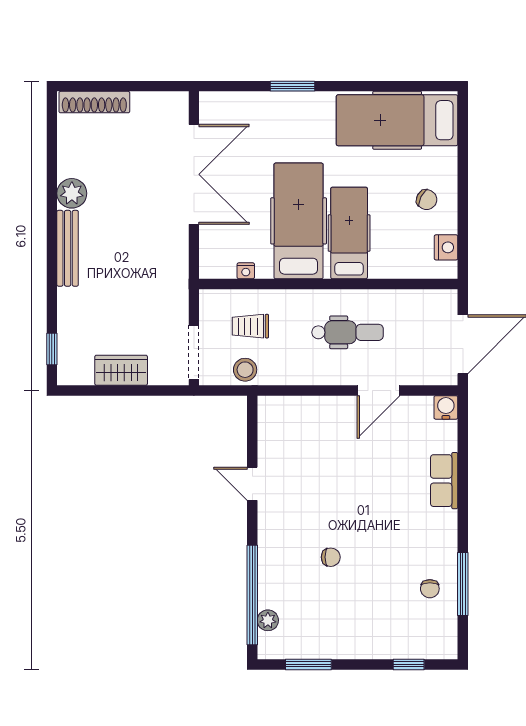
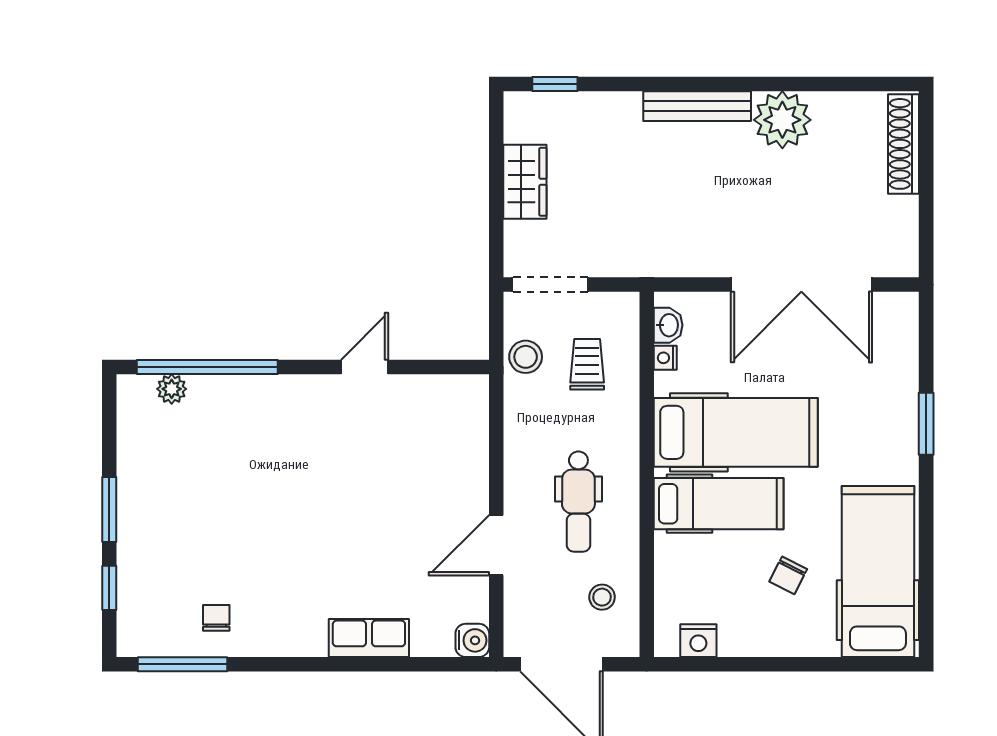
plant: (72, 193) -> (782, 120), width x1.36, depth x1.36
chair: (427, 200) -> (788, 575), moved
washbasin: (223, 269) -> (668, 325), added
stool: (415, 316) -> (602, 597), added
door: (378, 390) -> (496, 545), hinge flipped
chair: (331, 557) -> (261, 478), removed
window: (463, 584) -> (183, 664), moved
chair: (430, 589) -> (216, 618), turned 90
window: (308, 664) -> (109, 509), moved

